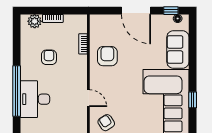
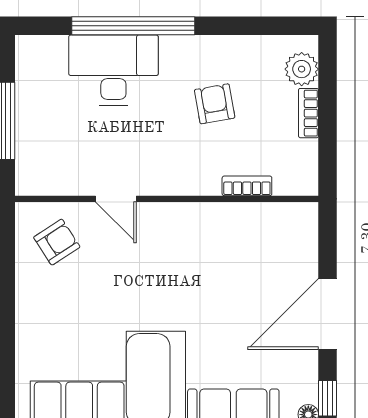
armchair: (107, 56) -> (217, 245), removed
armchair: (49, 57) -> (215, 104), turned -100
door: (88, 98) -> (116, 199), hinge flipped

